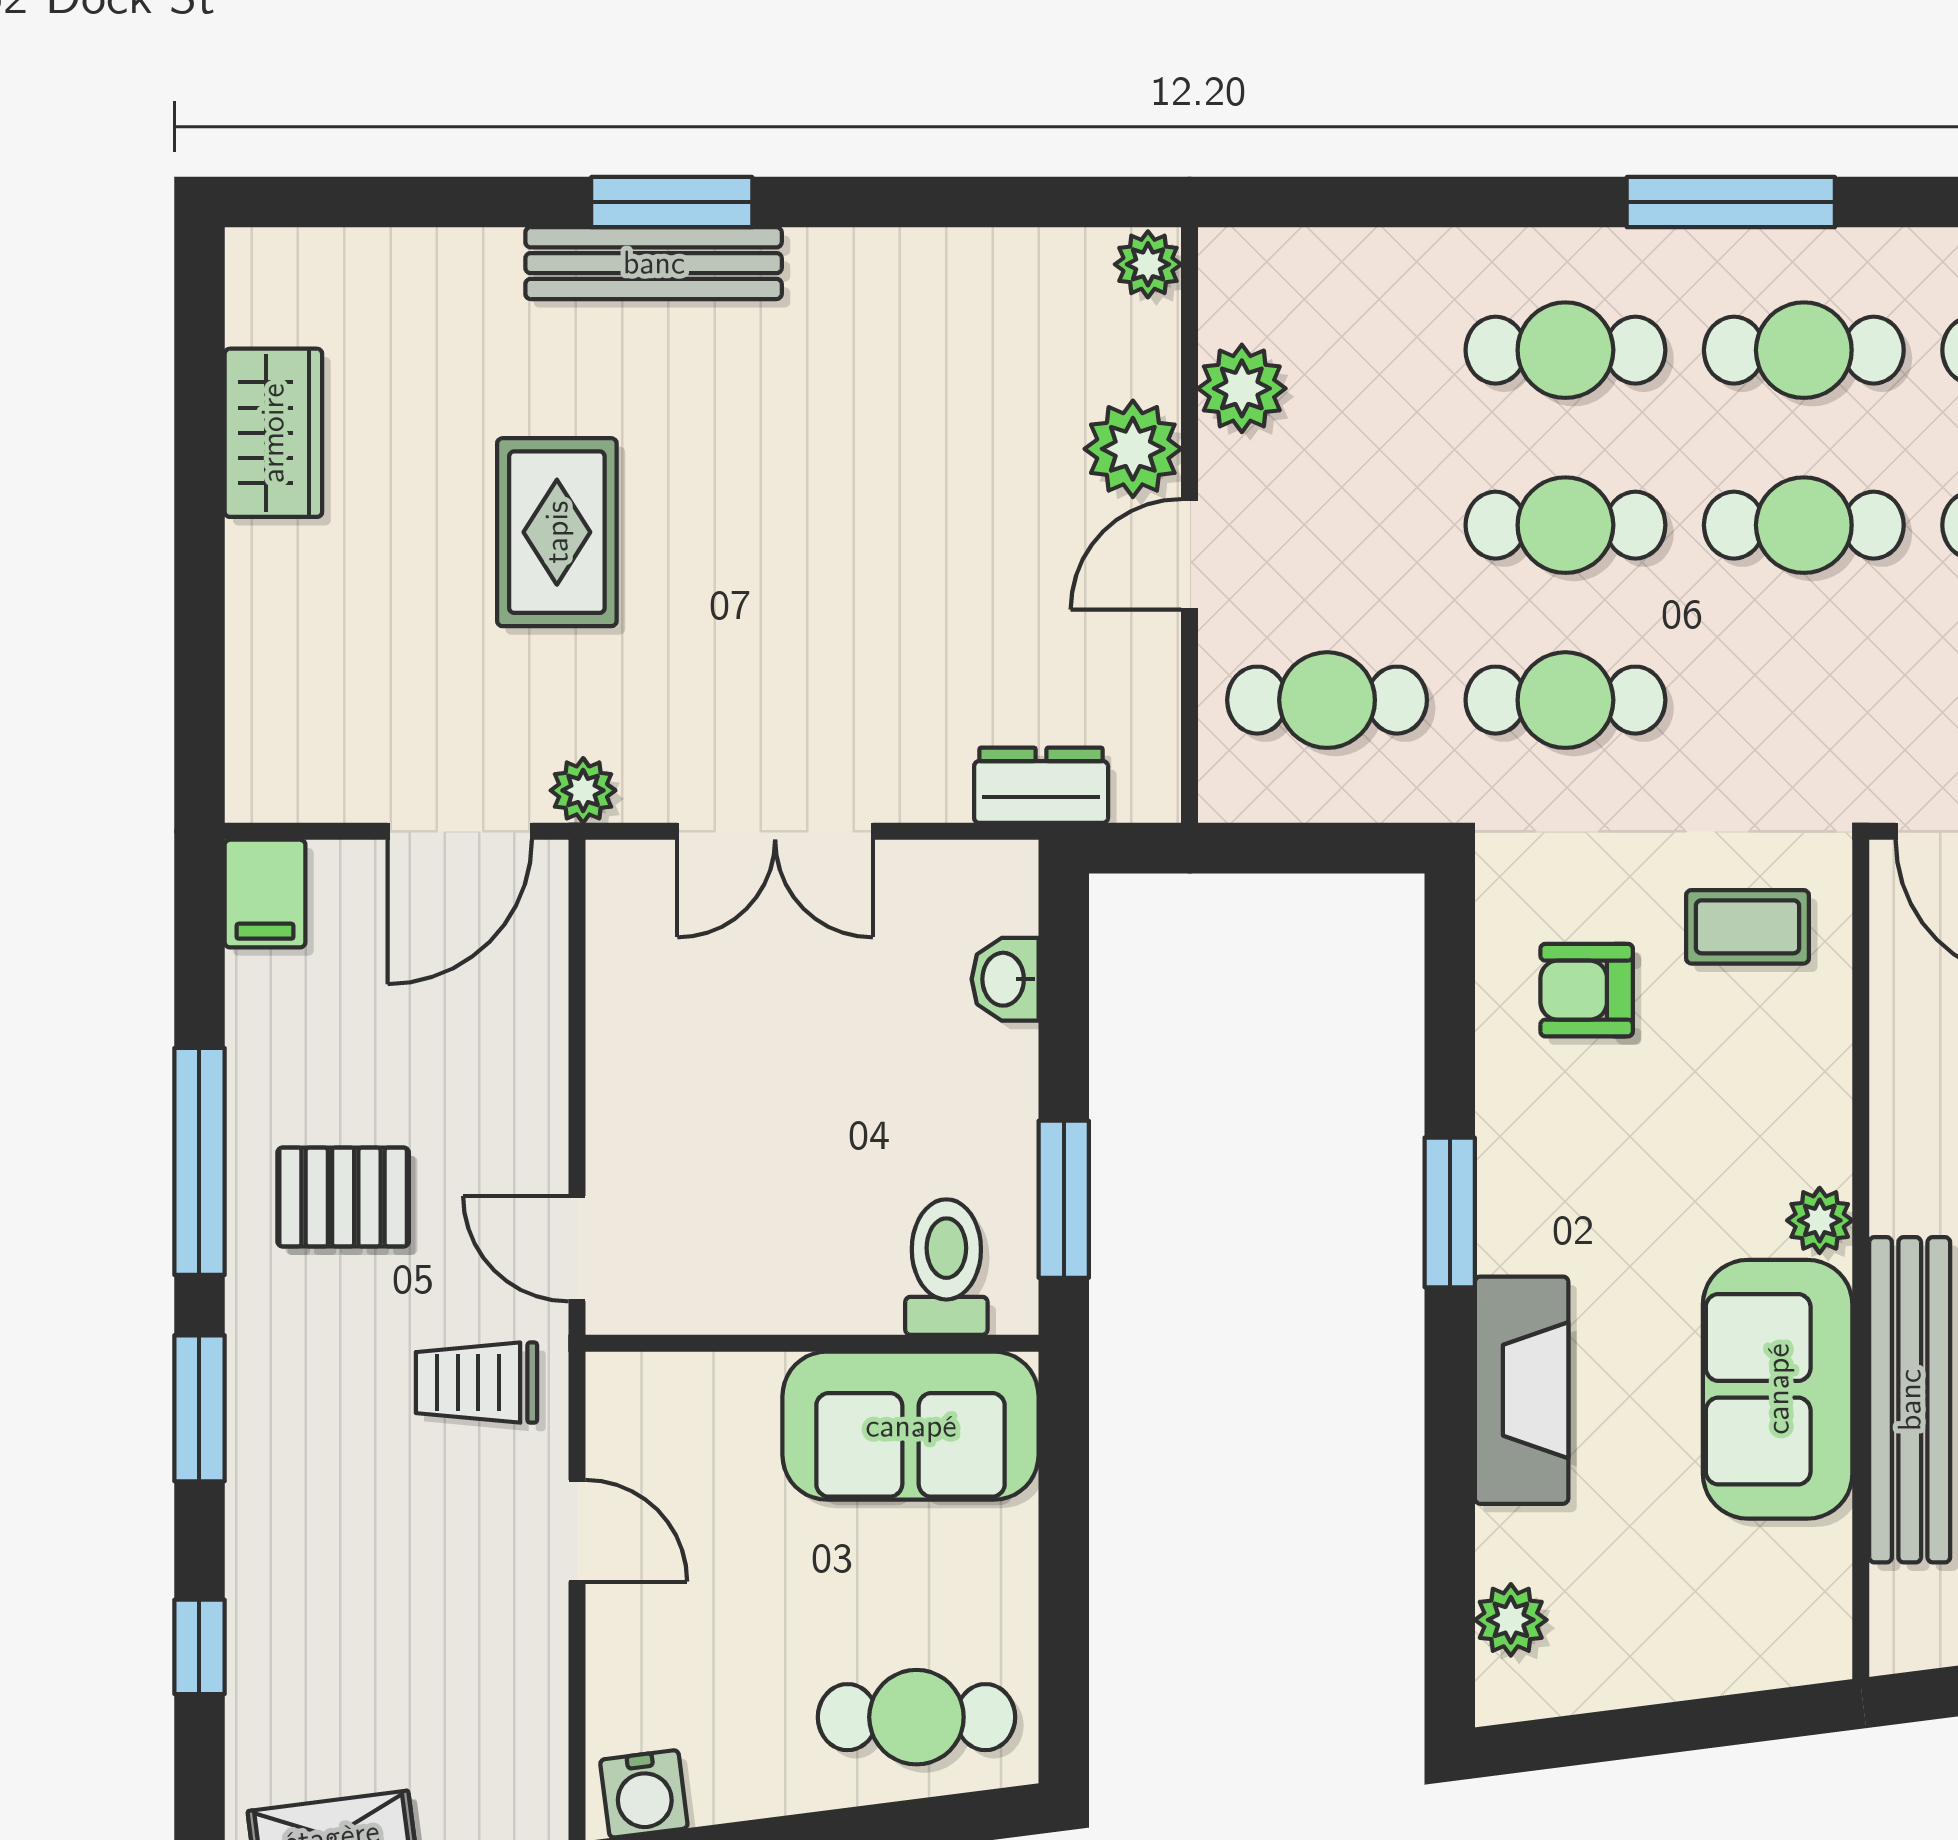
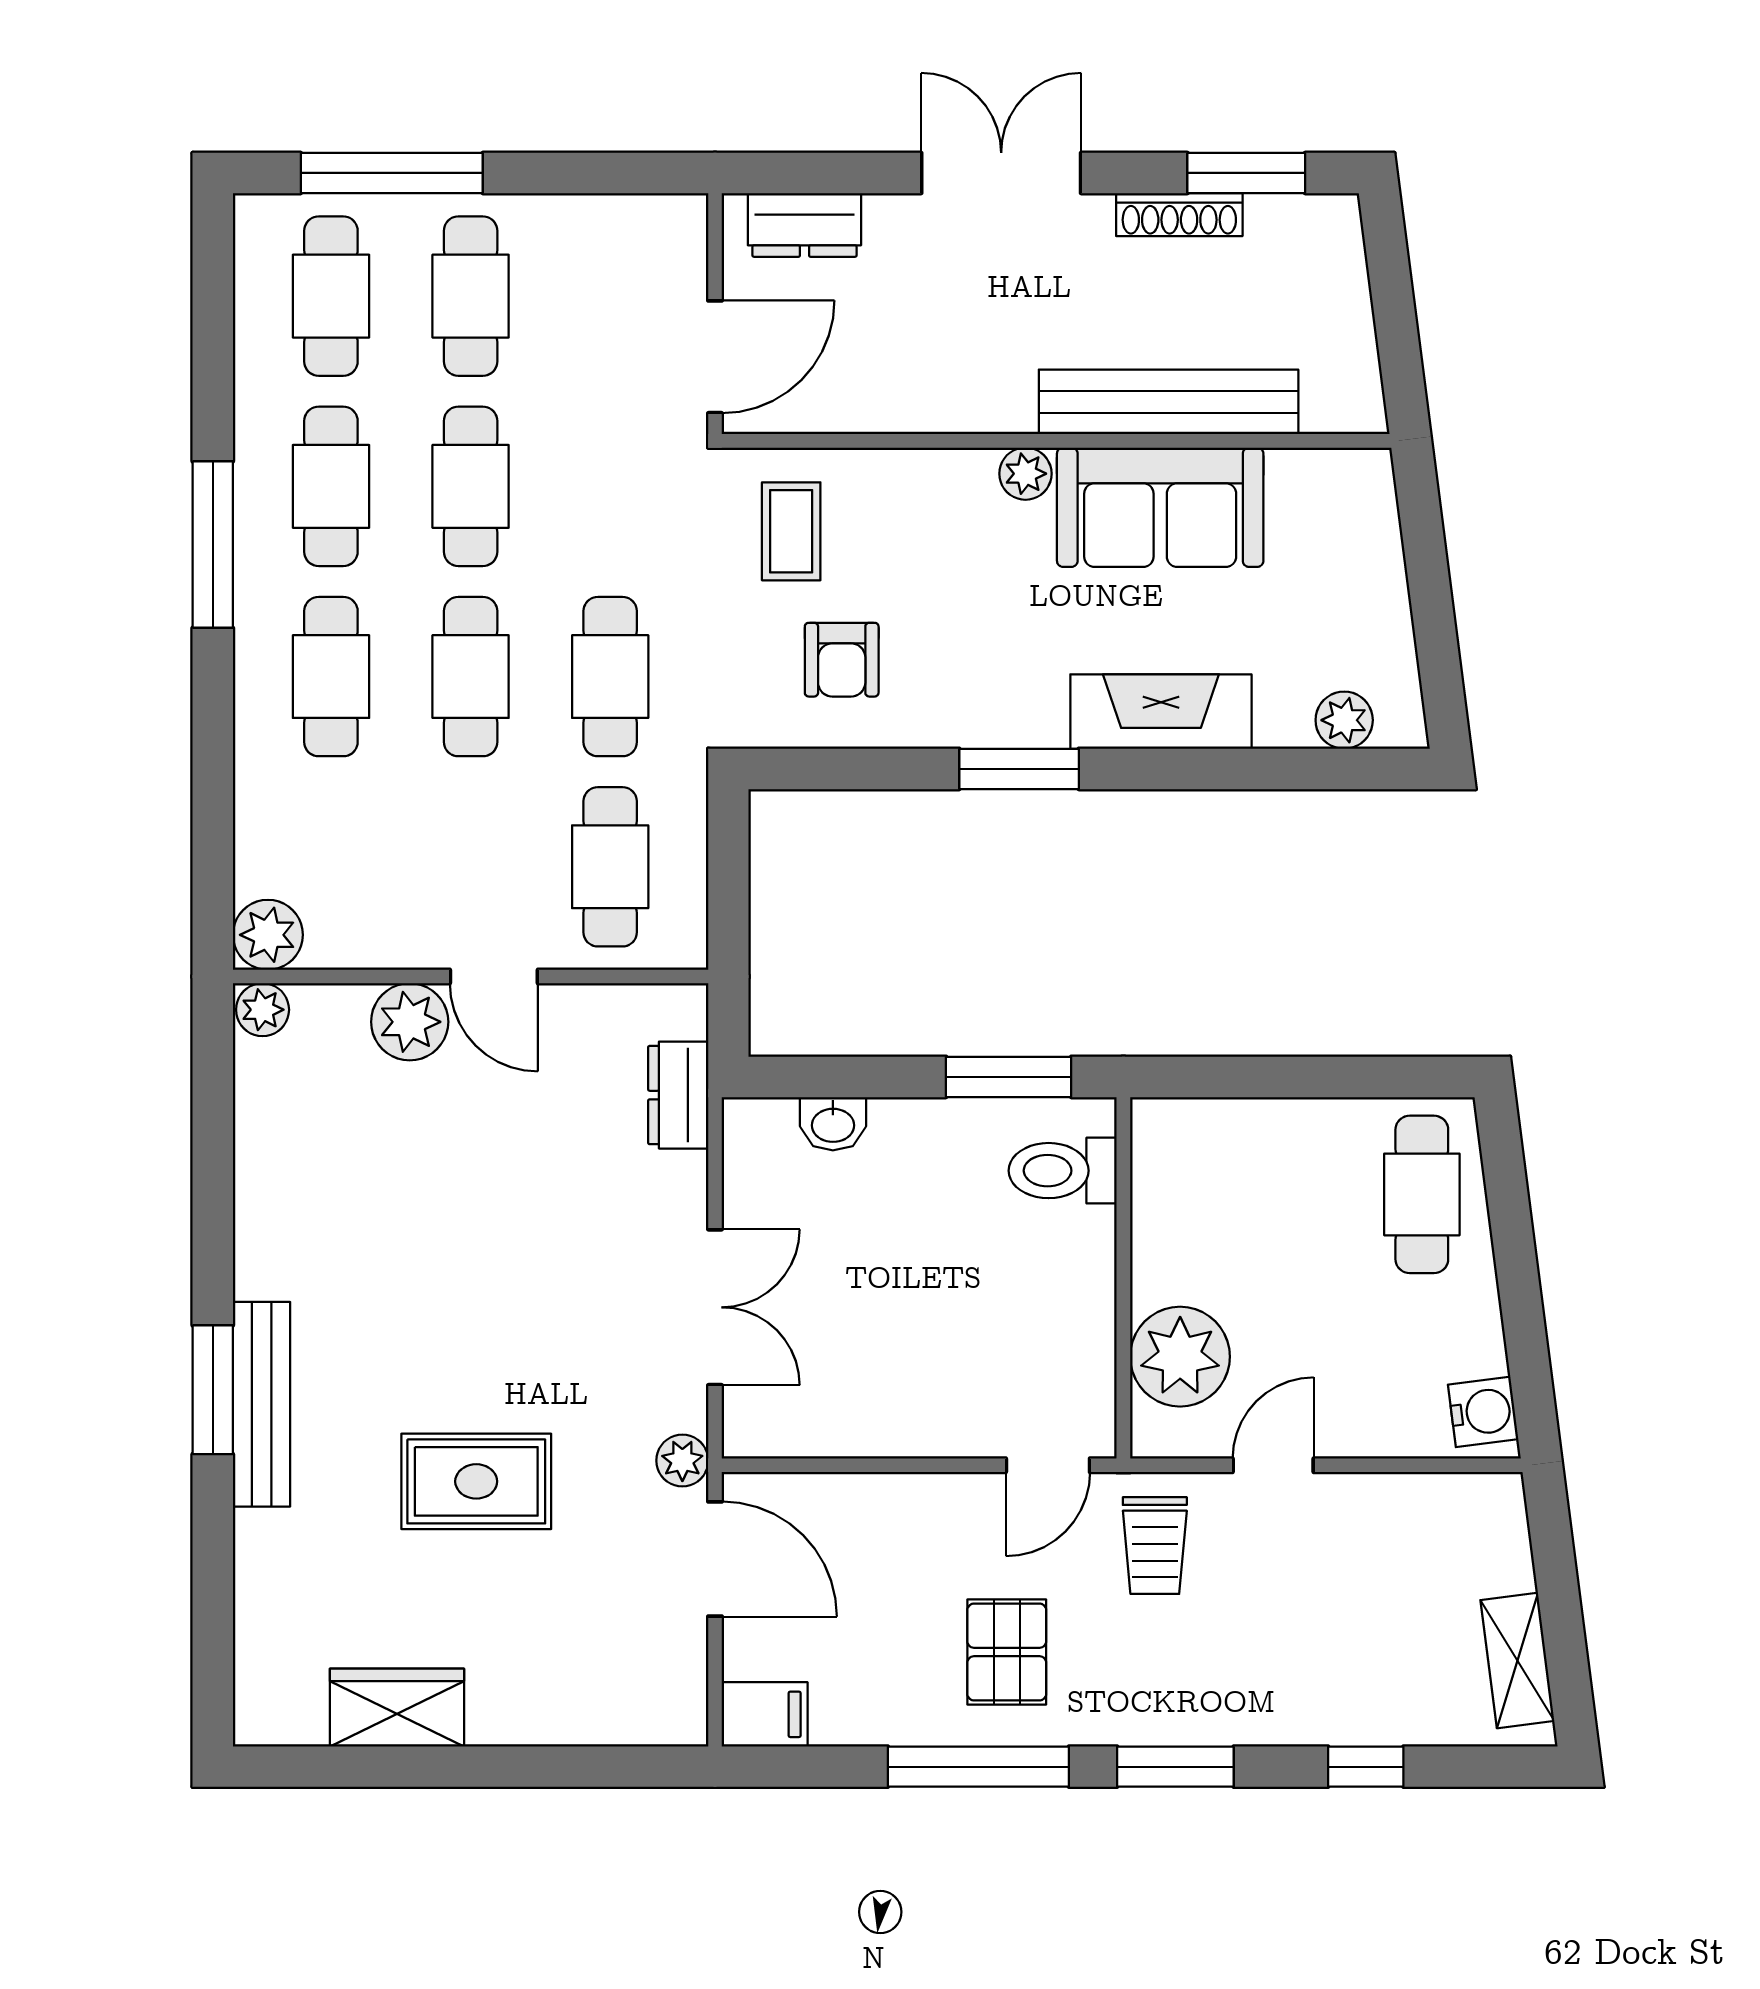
plant: (1242, 388) -> (268, 935), moved
plant: (713, 1414) -> (1180, 1357), added
sofa: (911, 1426) -> (1189, 1199), removed

